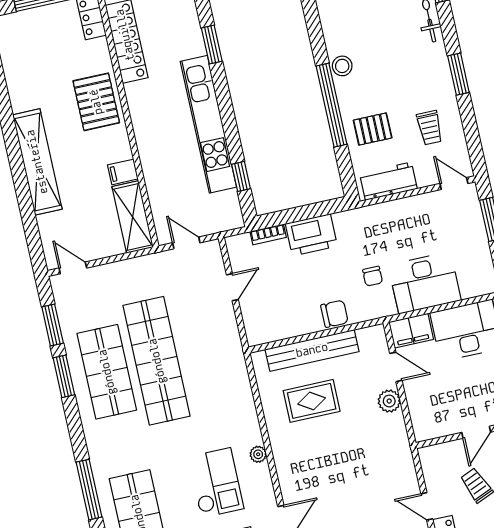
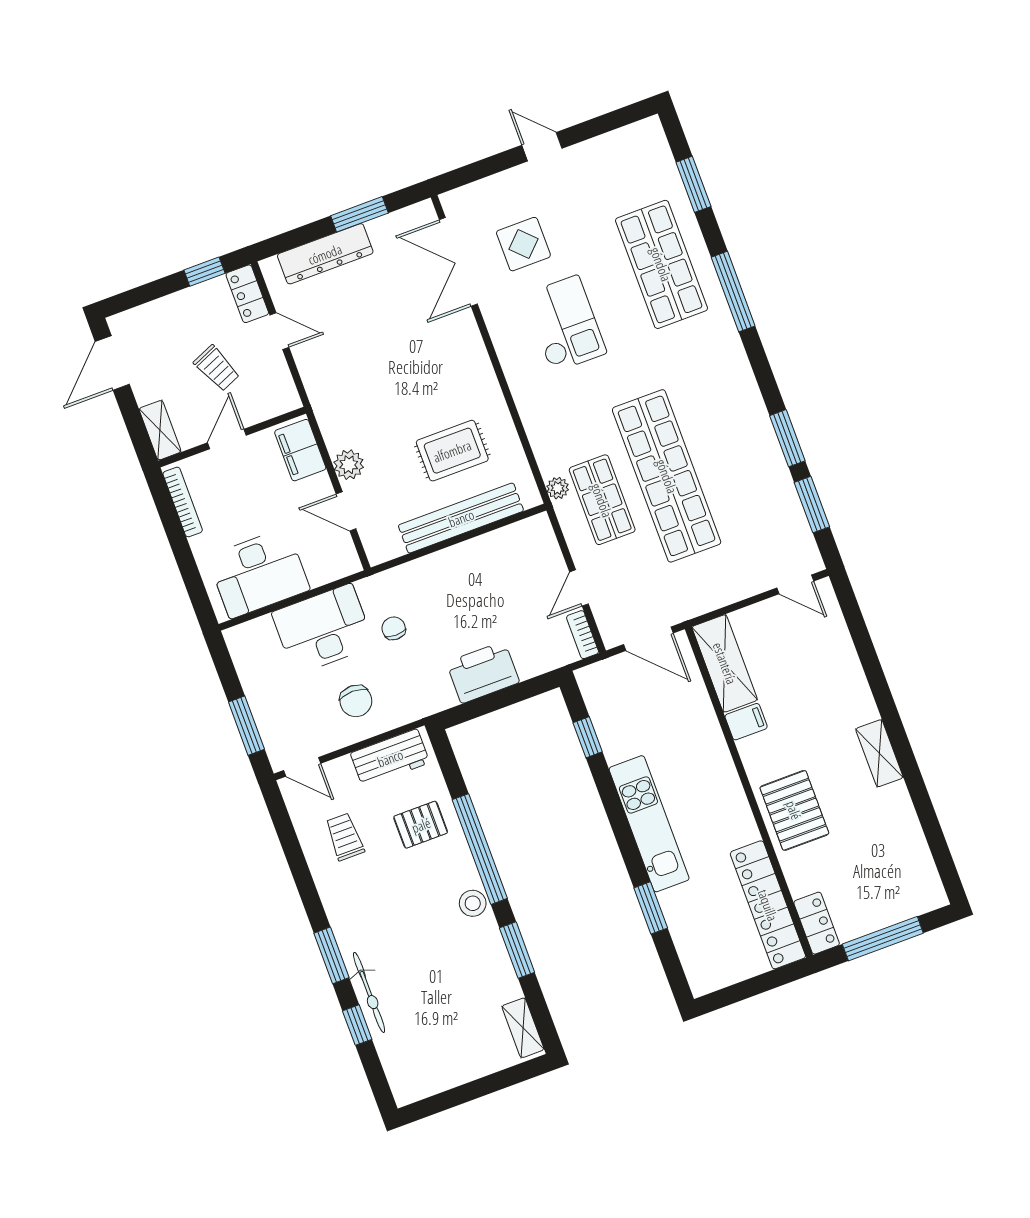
window: (314, 27) -> (517, 950), added
window: (458, 74) -> (331, 955), moved
kitchen unit: (208, 124) -> (649, 824), width x0.73
shelving: (37, 162) -> (879, 753), width x0.45, depth x0.75
bookcase: (268, 234) -> (583, 635), moved, turned -90
door: (186, 243) -> (648, 639), width x1.38
chair: (334, 314) -> (356, 701), moved, turned -90
filing cabinet: (411, 331) -> (300, 450), moved, turned -90
shop shelf: (107, 372) -> (602, 500), moved, width x0.70, depth x0.74
plant: (258, 454) -> (558, 488), moved
checkout: (216, 483) -> (565, 324), turned 180

